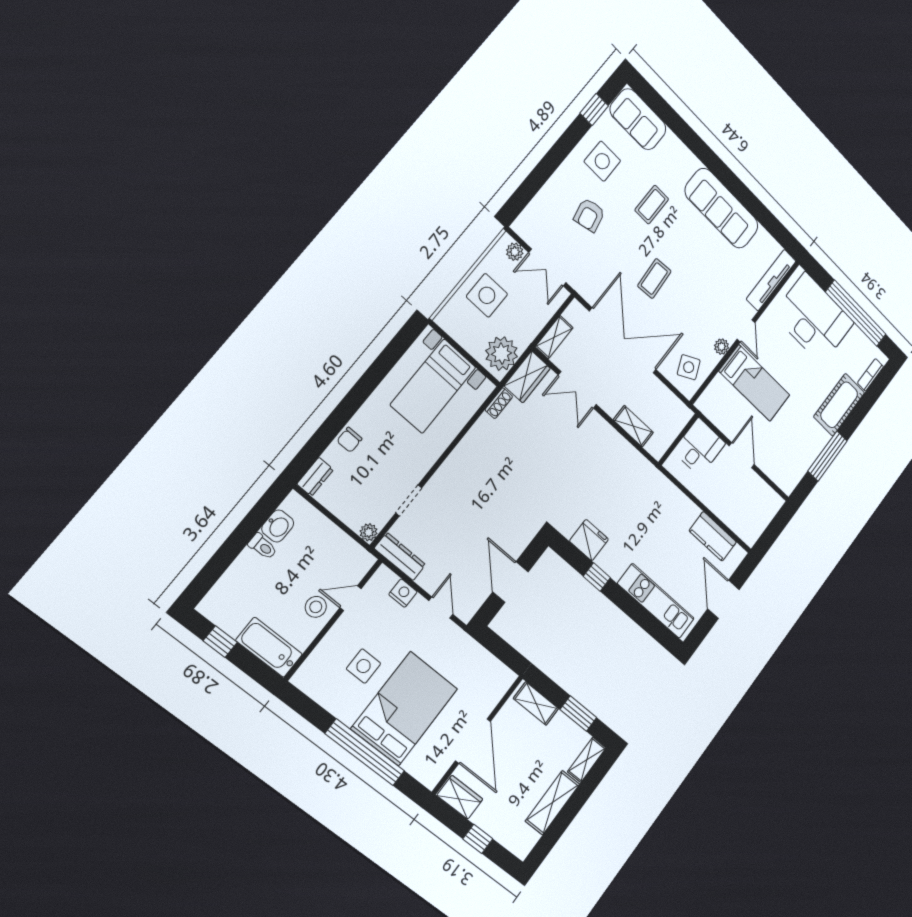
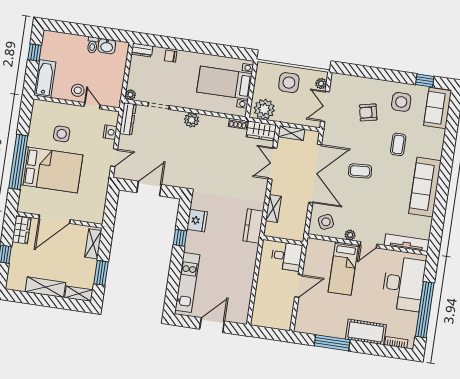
coffee table: (652, 205) -> (398, 144), turned 90
plant: (456, 465) -> (192, 120), added
kitchen counter: (713, 536) -> (253, 226), moved

